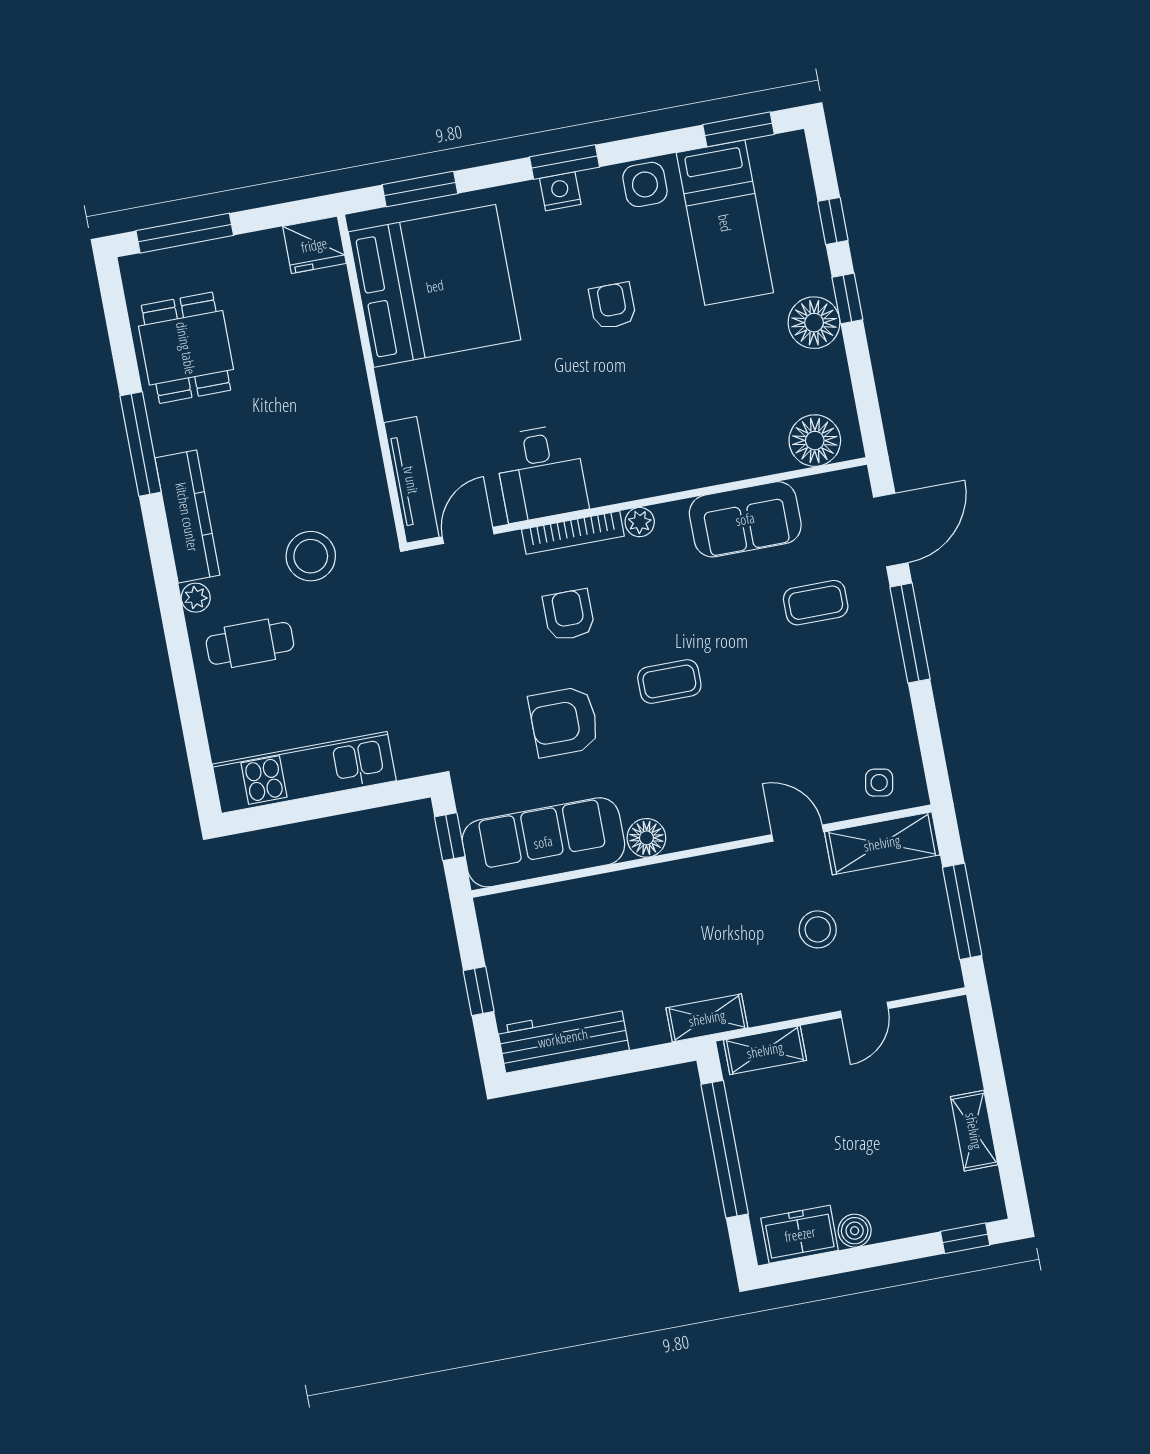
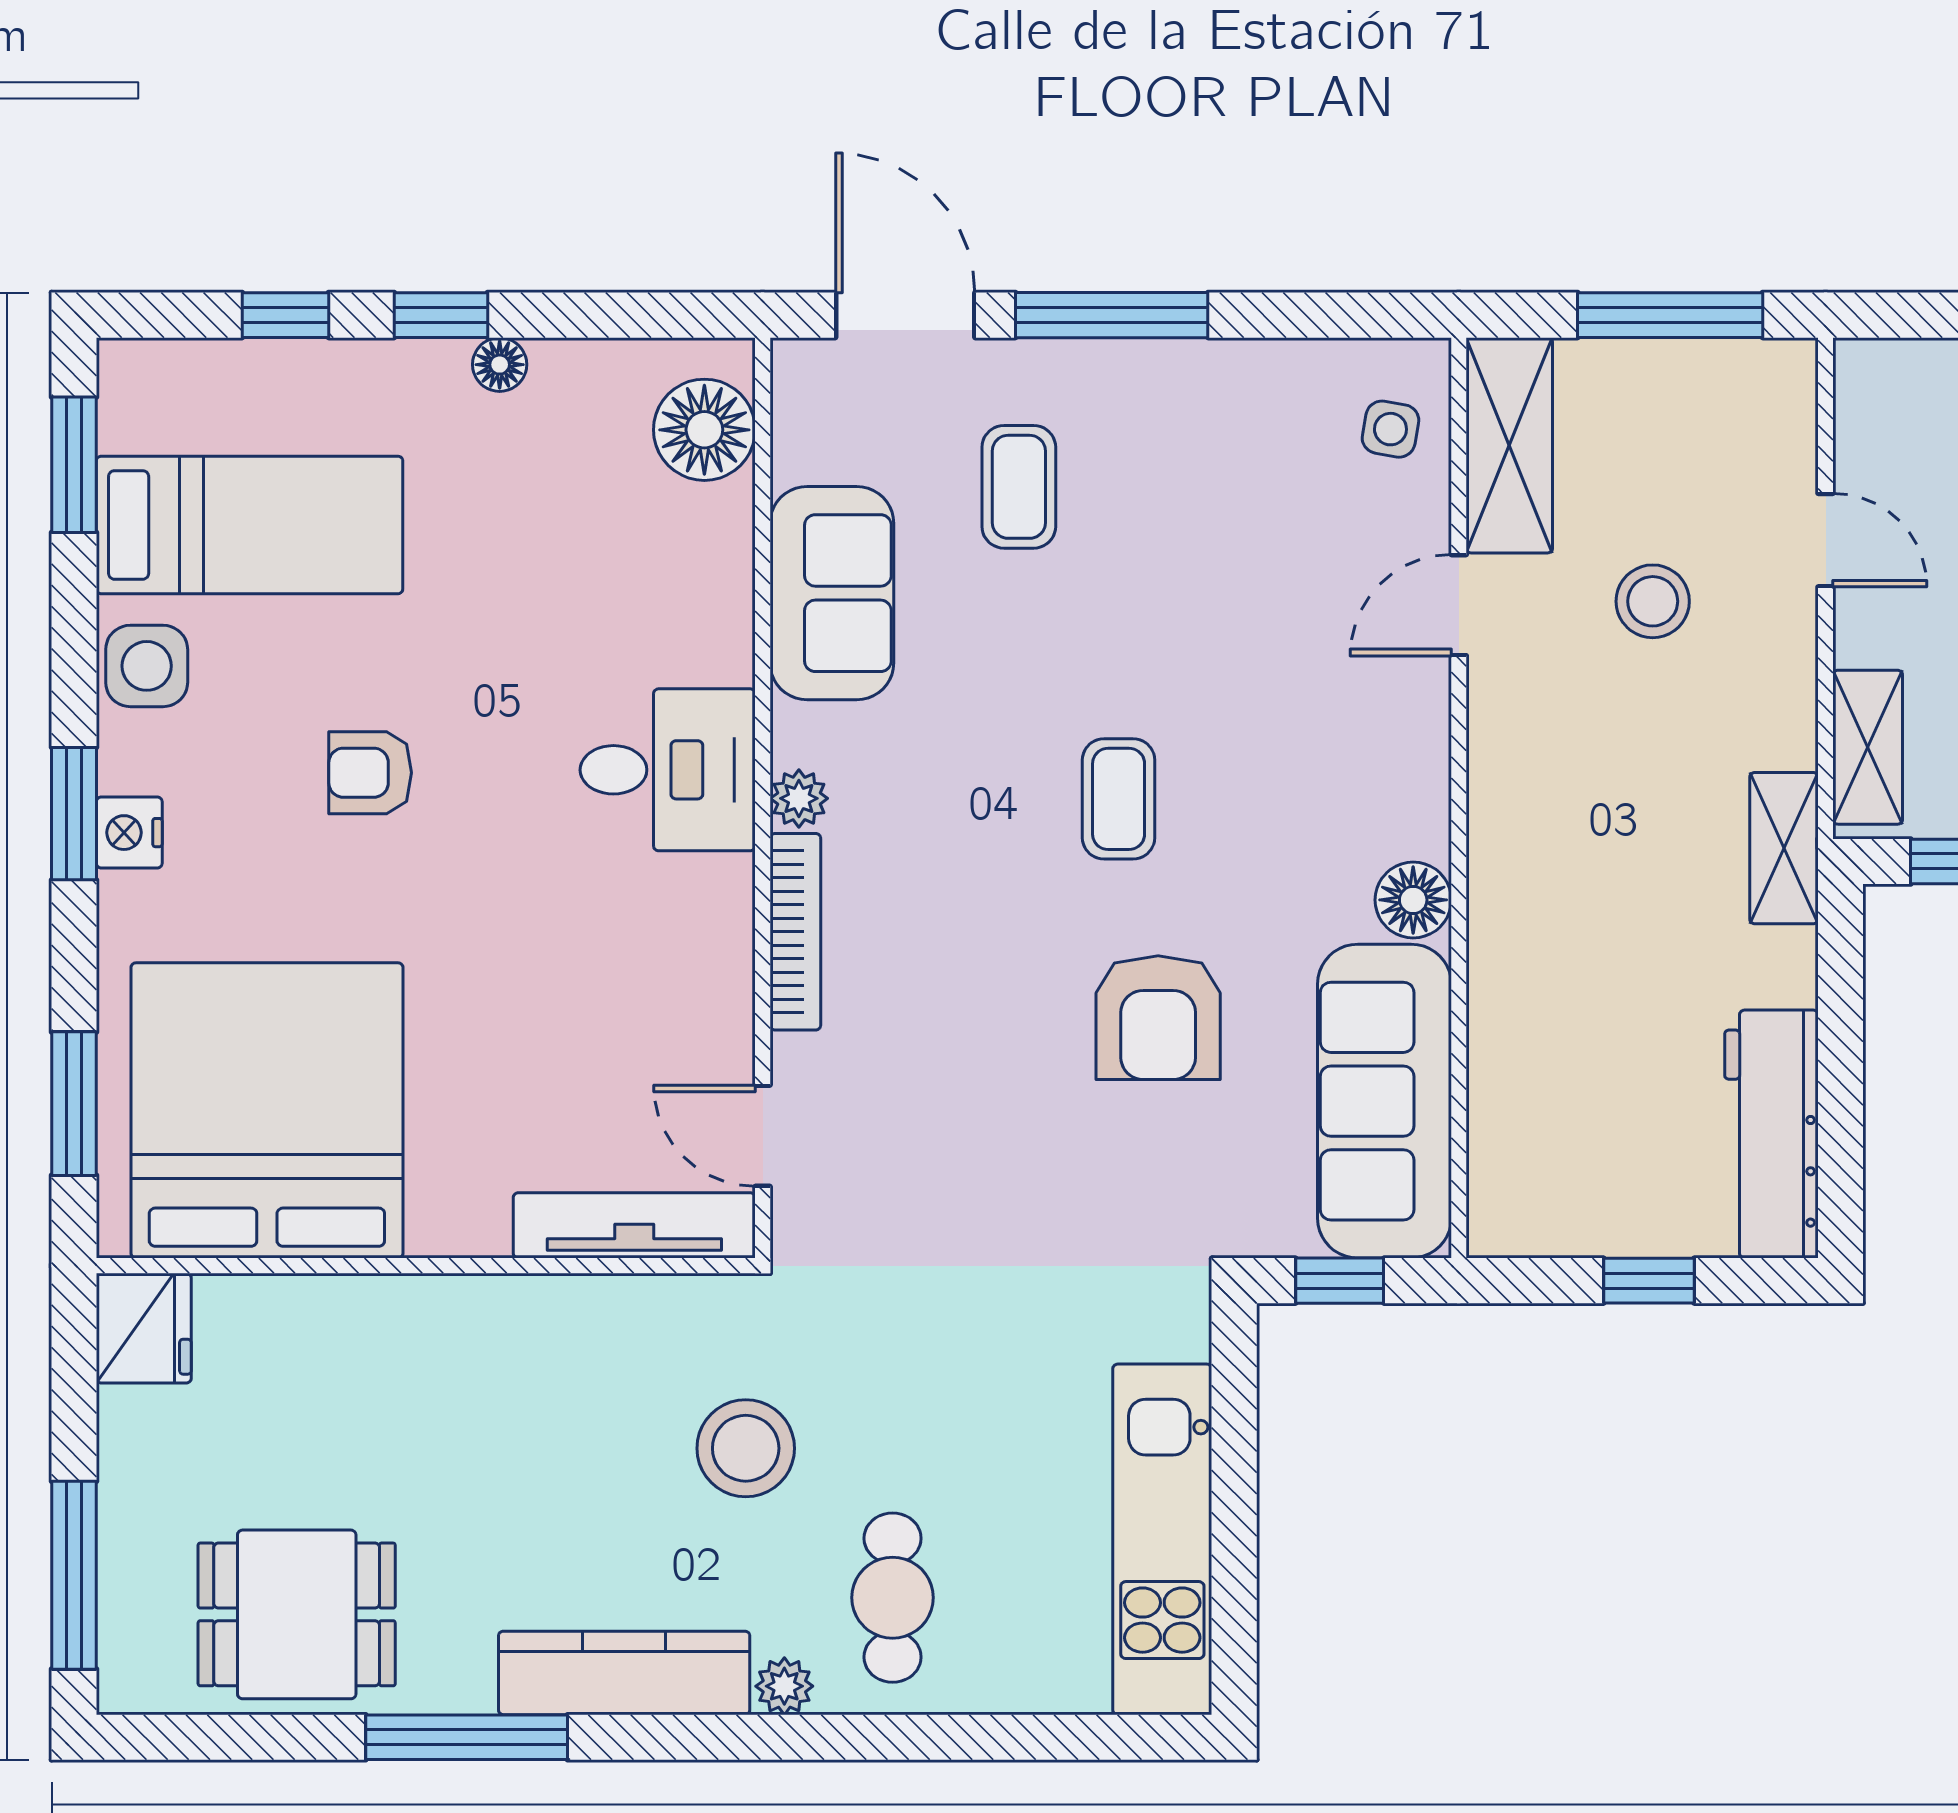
floor lamp: (814, 323) -> (500, 365), width x0.53, depth x0.53
desk: (541, 473) -> (668, 770), moved
armchair: (569, 615) -> (953, 970), removed

